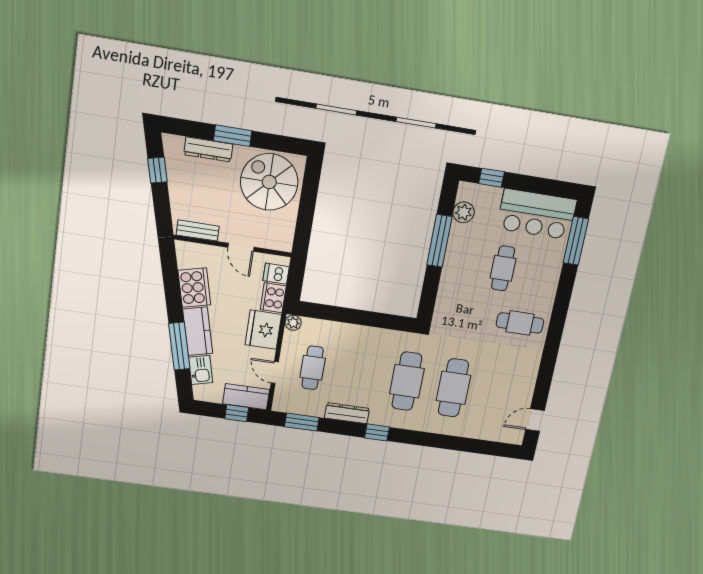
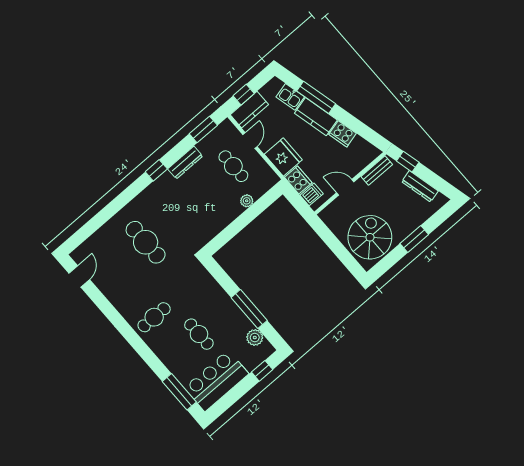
dresser: (208, 149) -> (420, 186), moved, turned -104
window: (157, 170) -> (408, 162), moved
spiral stairs: (269, 182) -> (370, 237), turned -90
cooker: (194, 288) -> (343, 134), width x0.73, depth x0.76
plant: (293, 323) -> (247, 201), moved
door: (275, 372) -> (250, 141), hinge flipped
cafe table: (407, 381) -> (175, 217), removed

